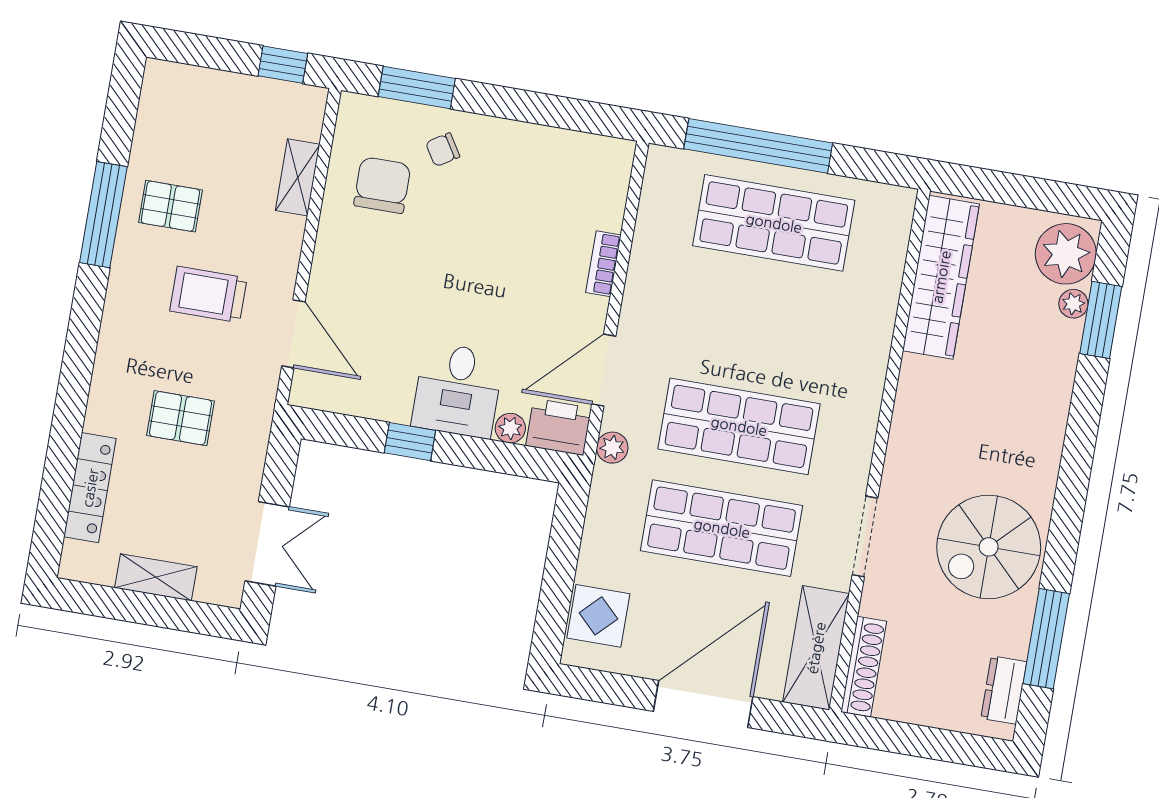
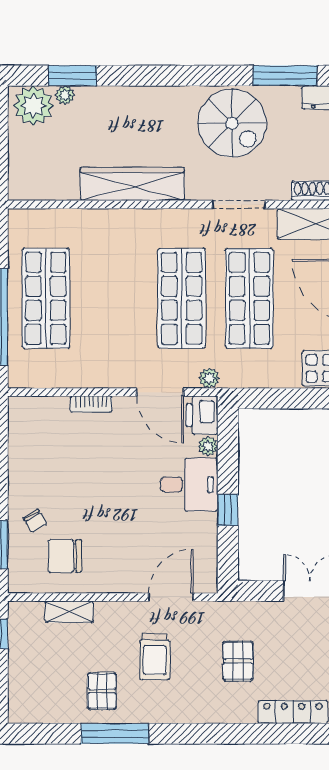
wardrobe: (941, 277) -> (132, 184), moved

